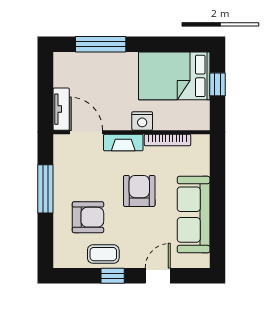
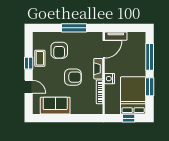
window: (158, 44) -> (150, 87), added
sofa: (194, 215) -> (55, 106), width x0.73

